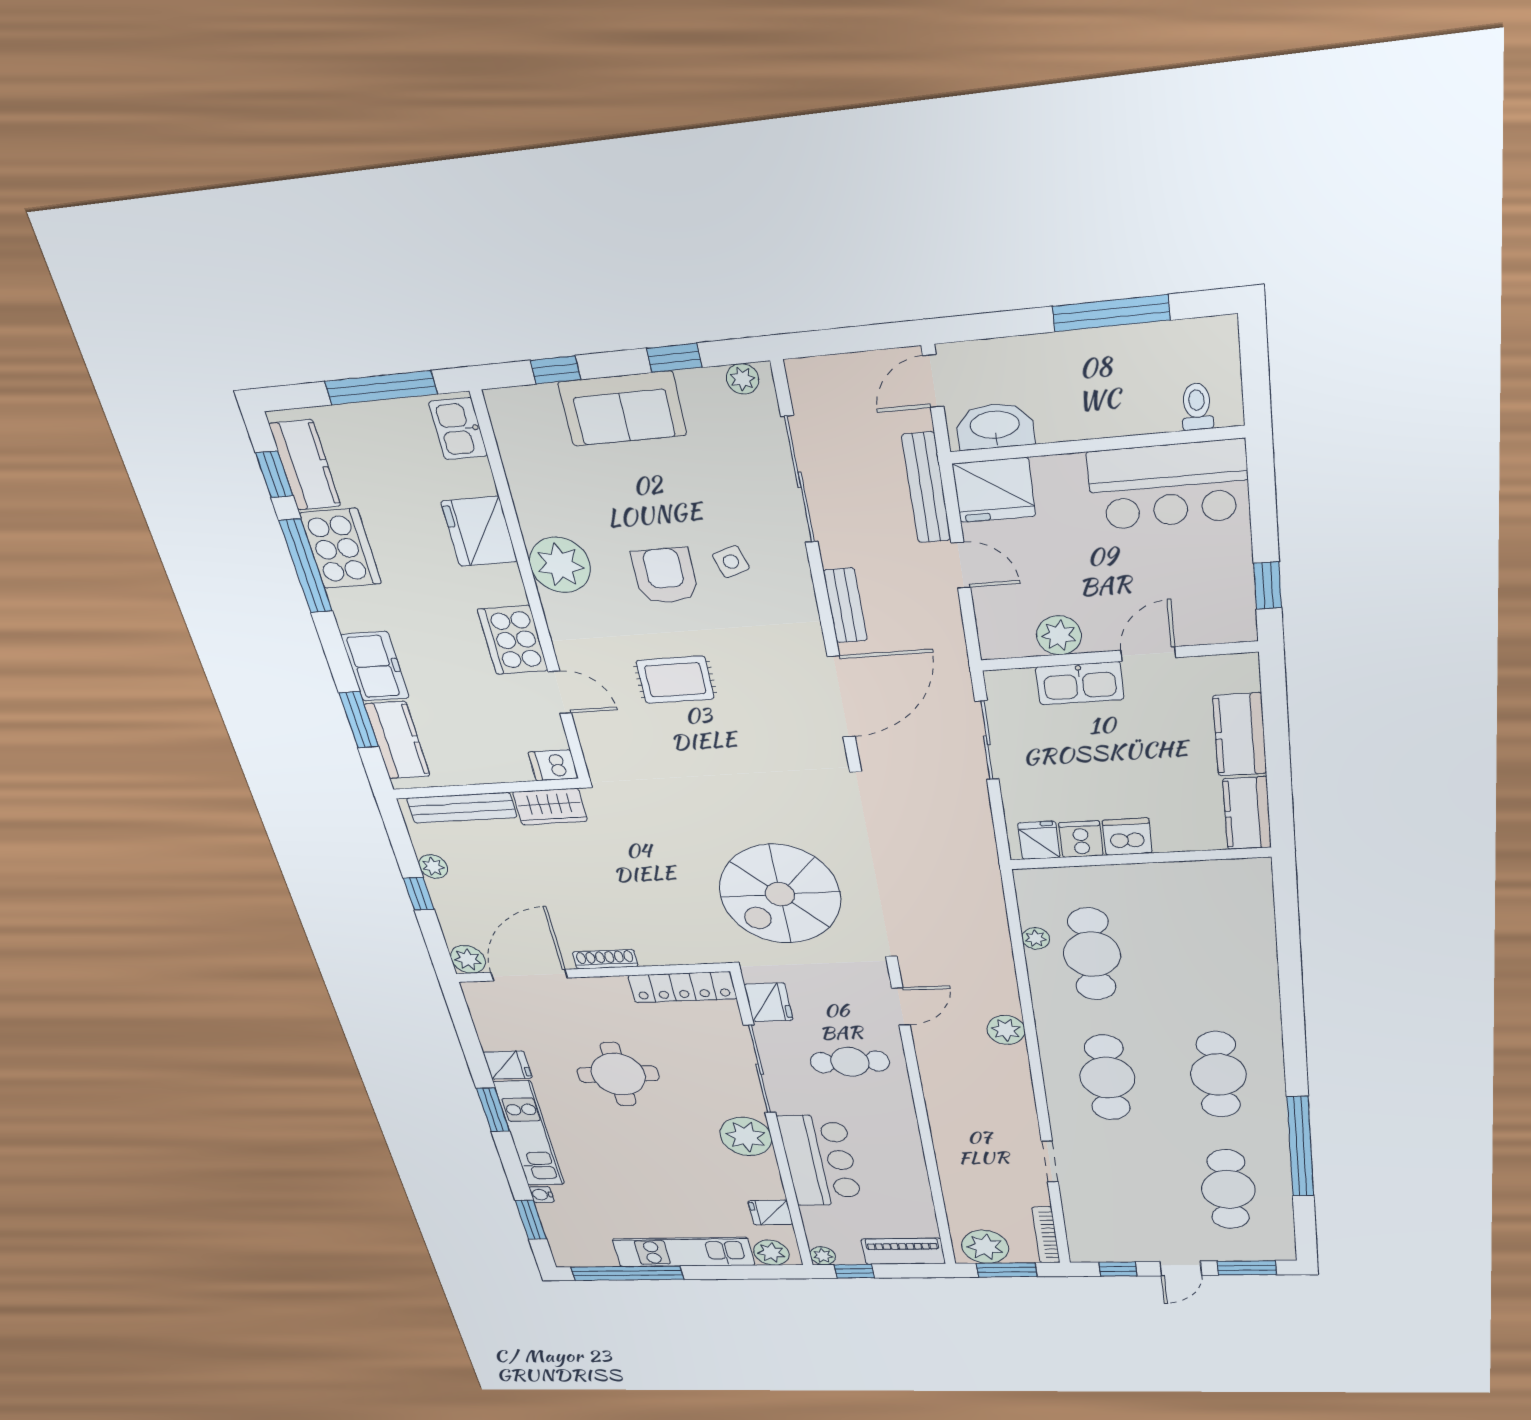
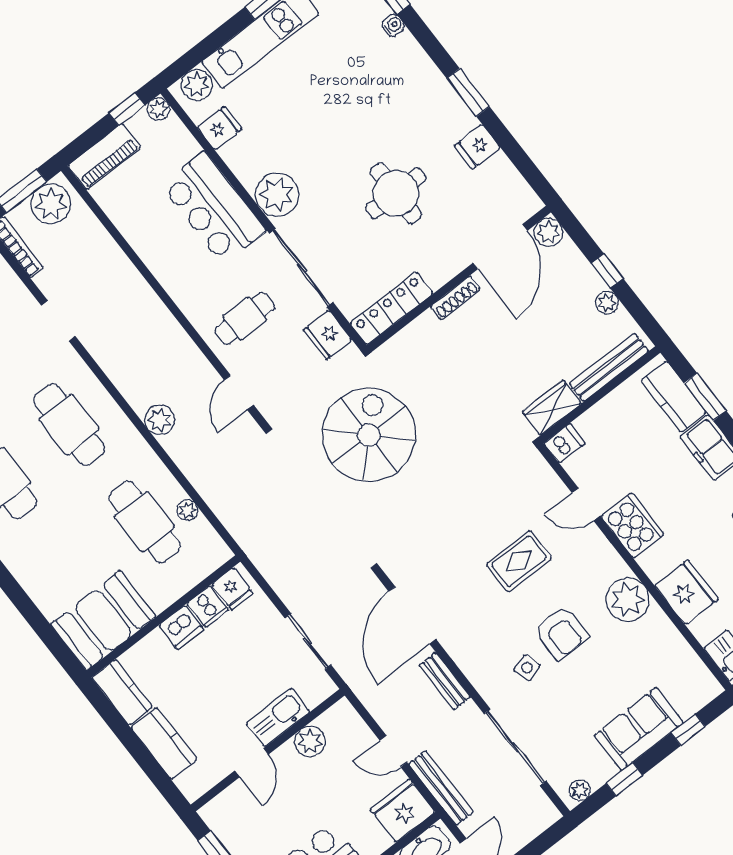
booth: (1212, 893) -> (103, 620), added
kitchen unit: (529, 1134) -> (431, 86), removed

